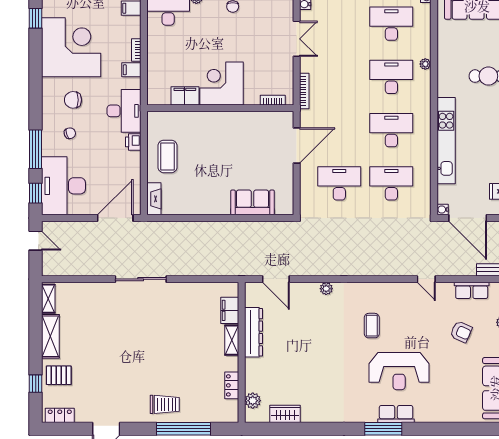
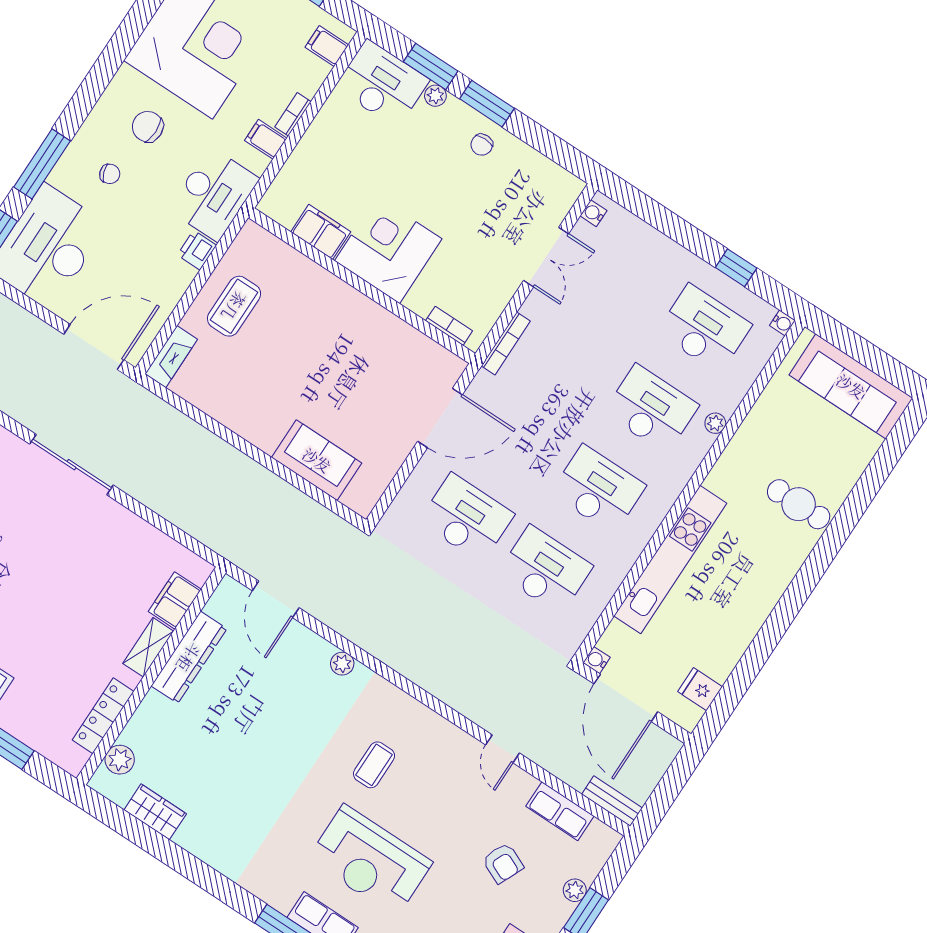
locker: (232, 385) -> (103, 716), width x1.53

